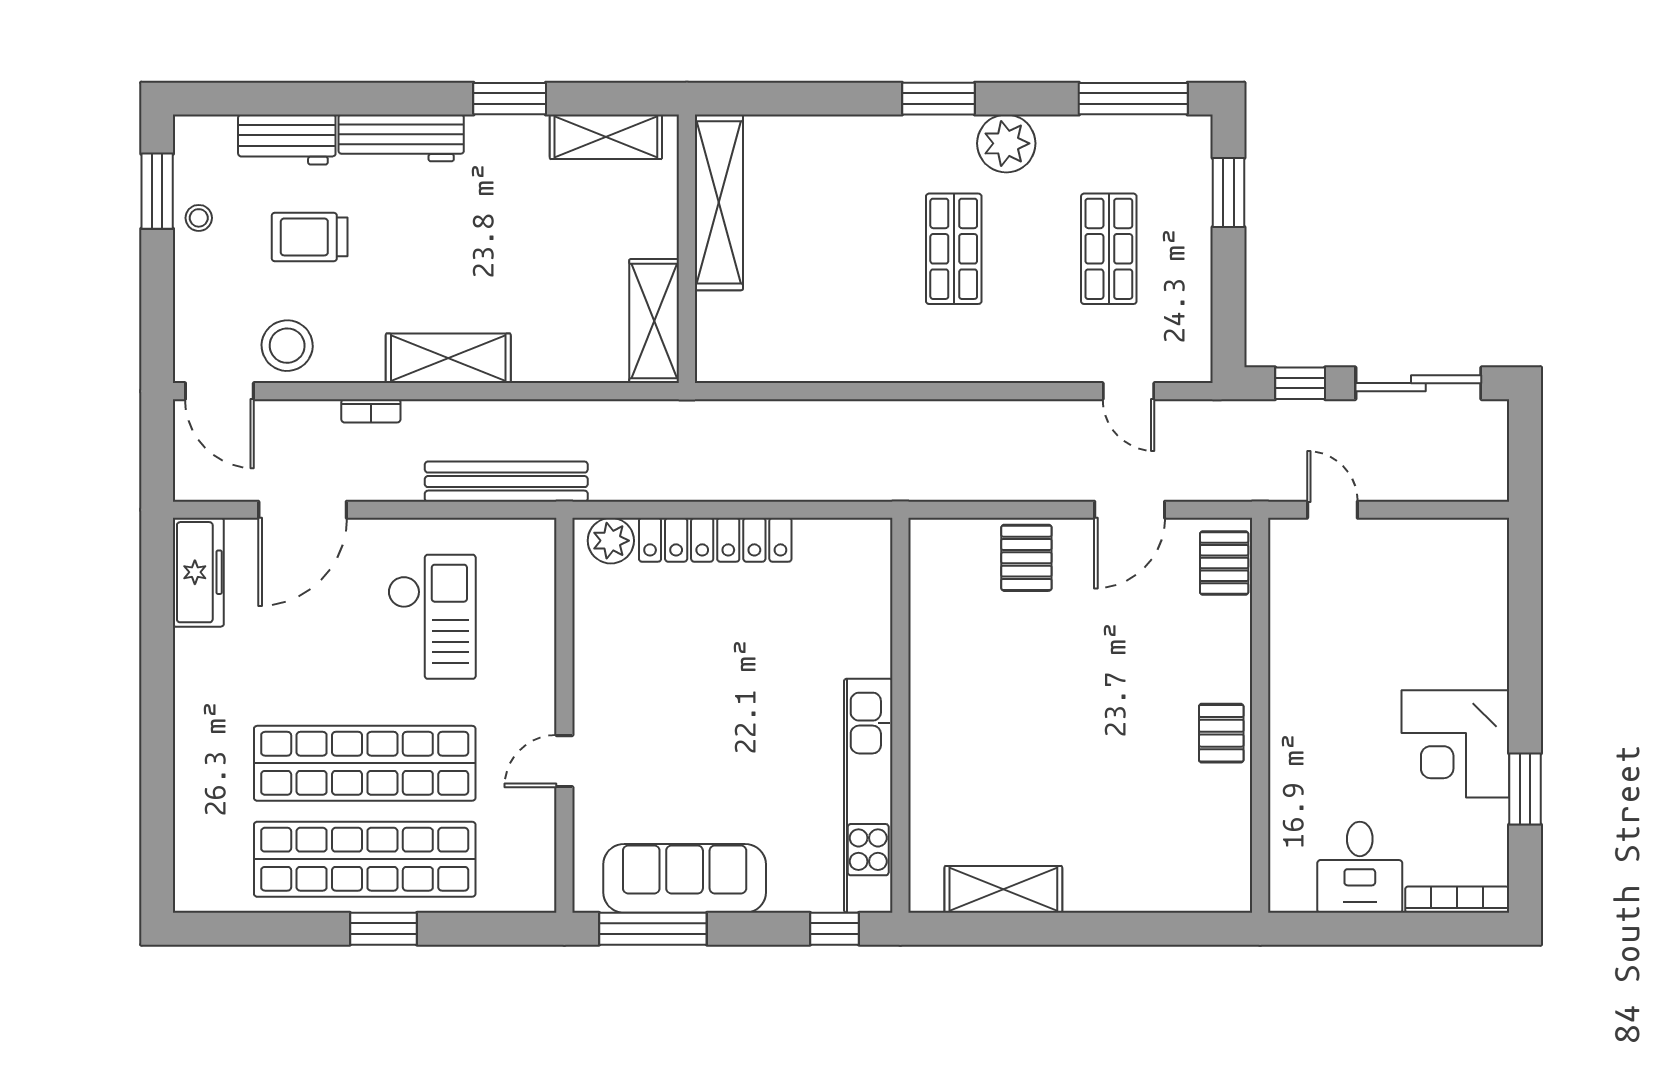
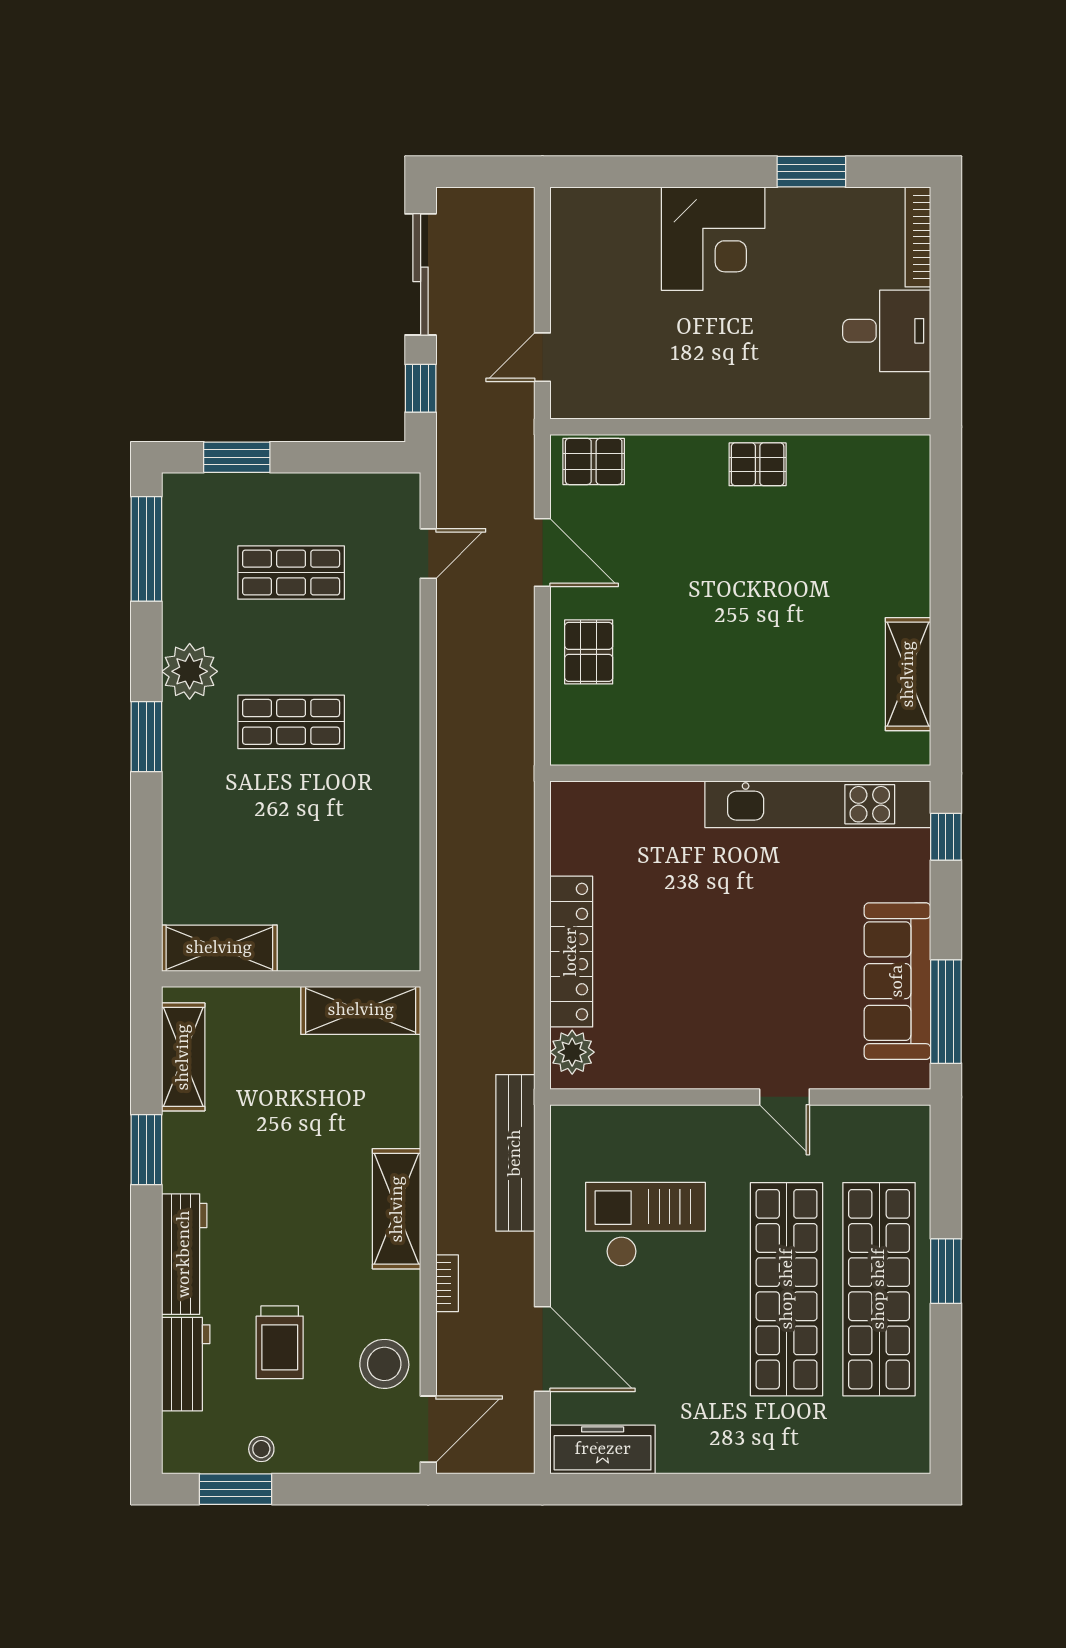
shelving: (719, 202) -> (219, 948), width x0.68
pallet: (1026, 558) -> (589, 652), turned 90
corner desk: (1455, 744) -> (713, 239), moved

